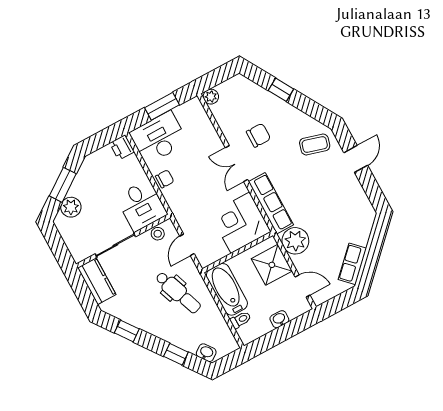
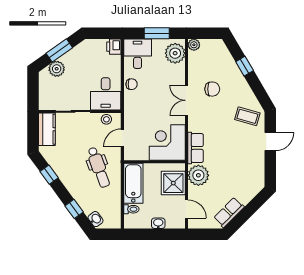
plant: (195, 118) -> (175, 53), added
desk: (159, 138) -> (138, 54), width x0.73
row of seats: (271, 203) -> (196, 148), width x0.68

